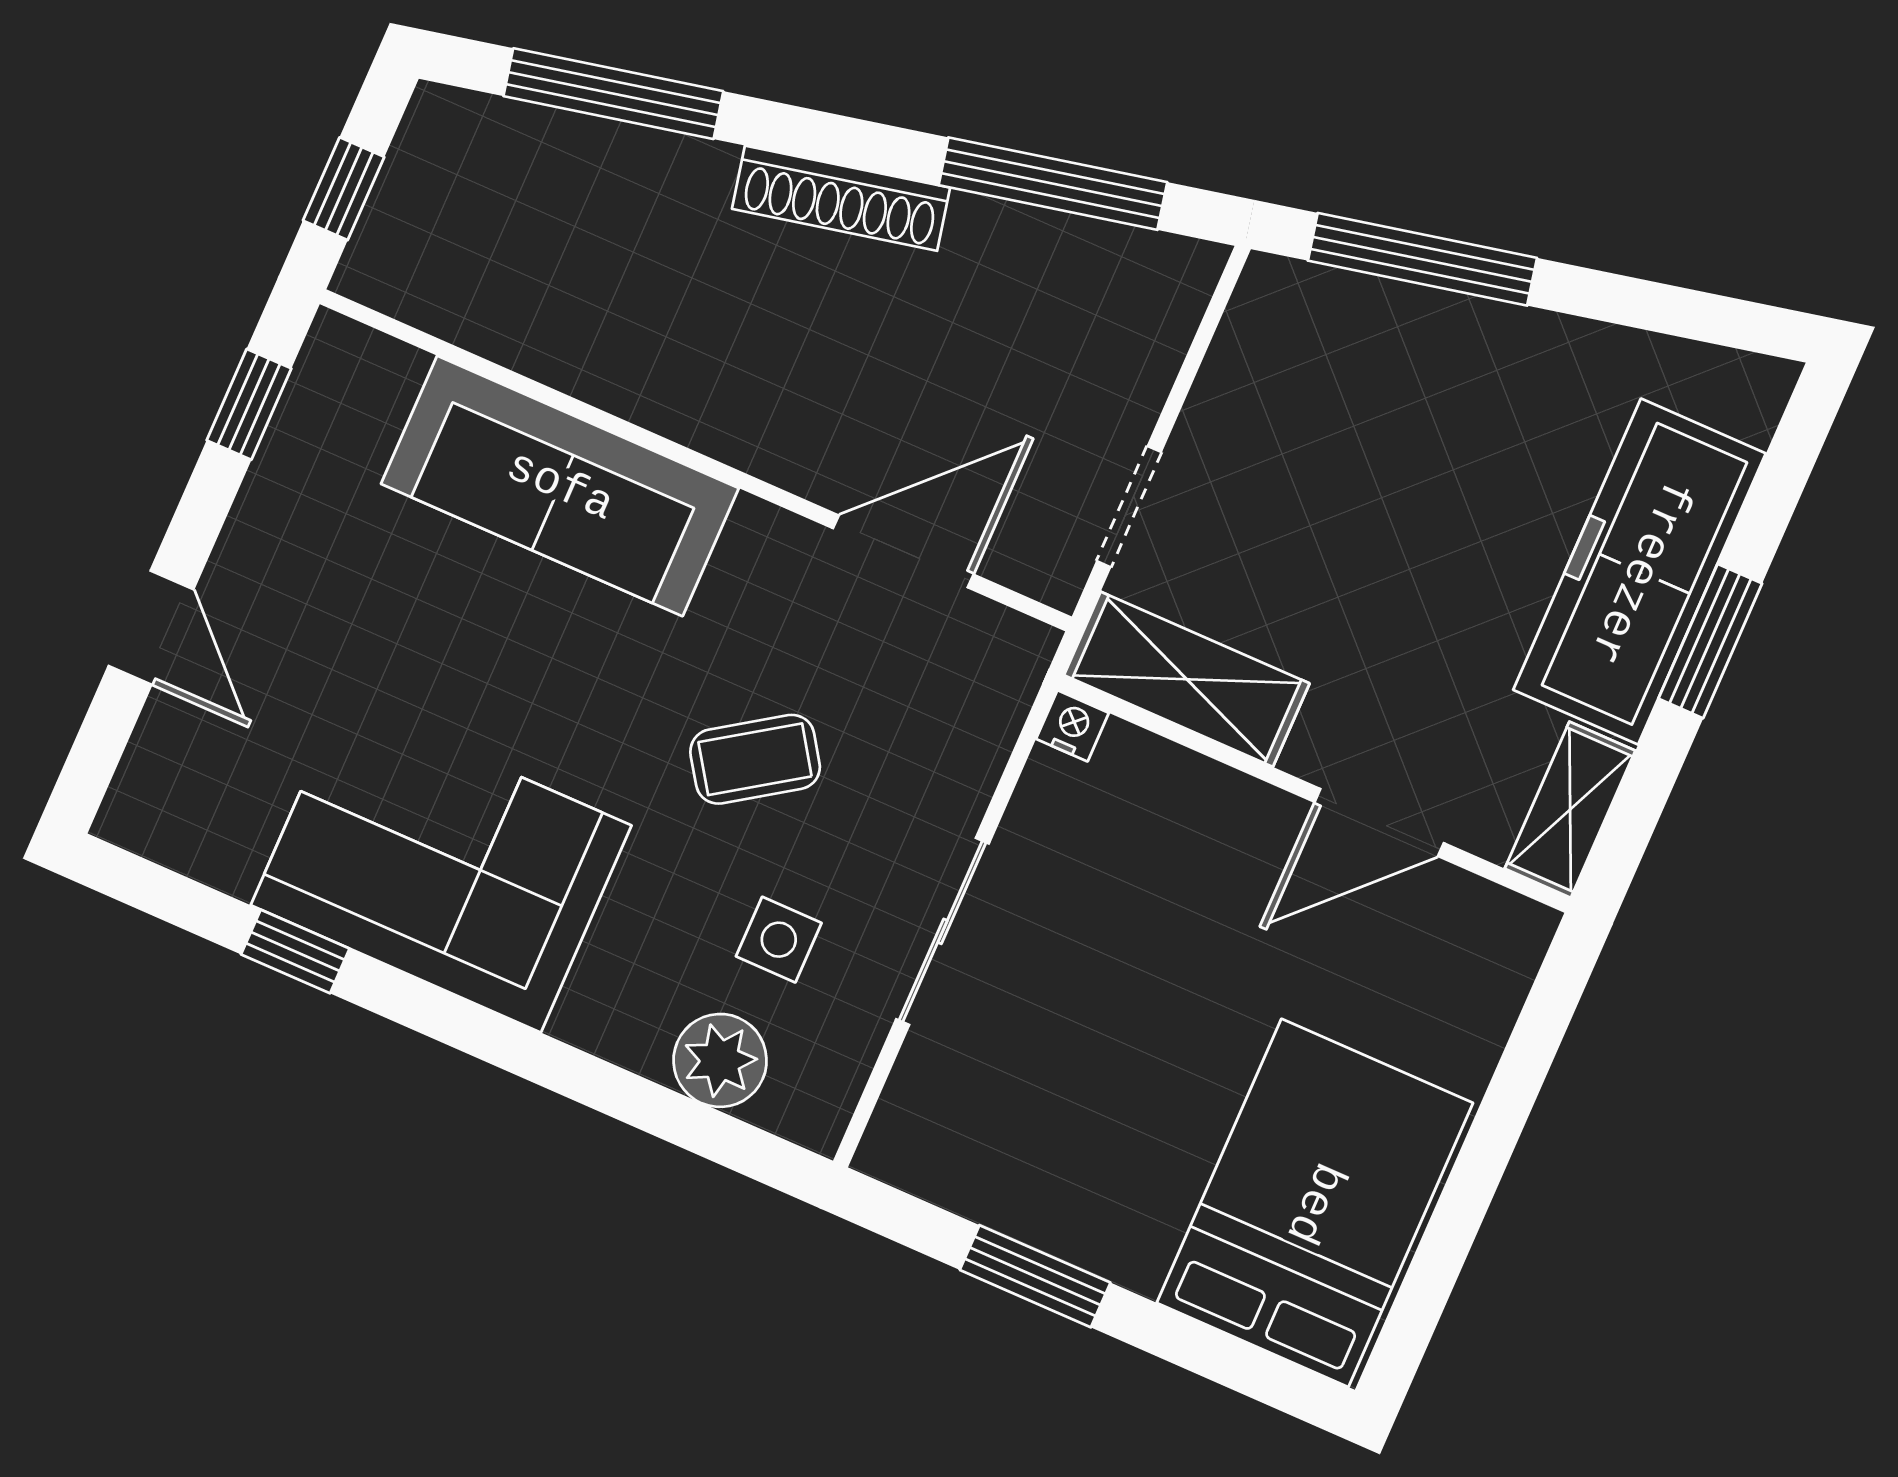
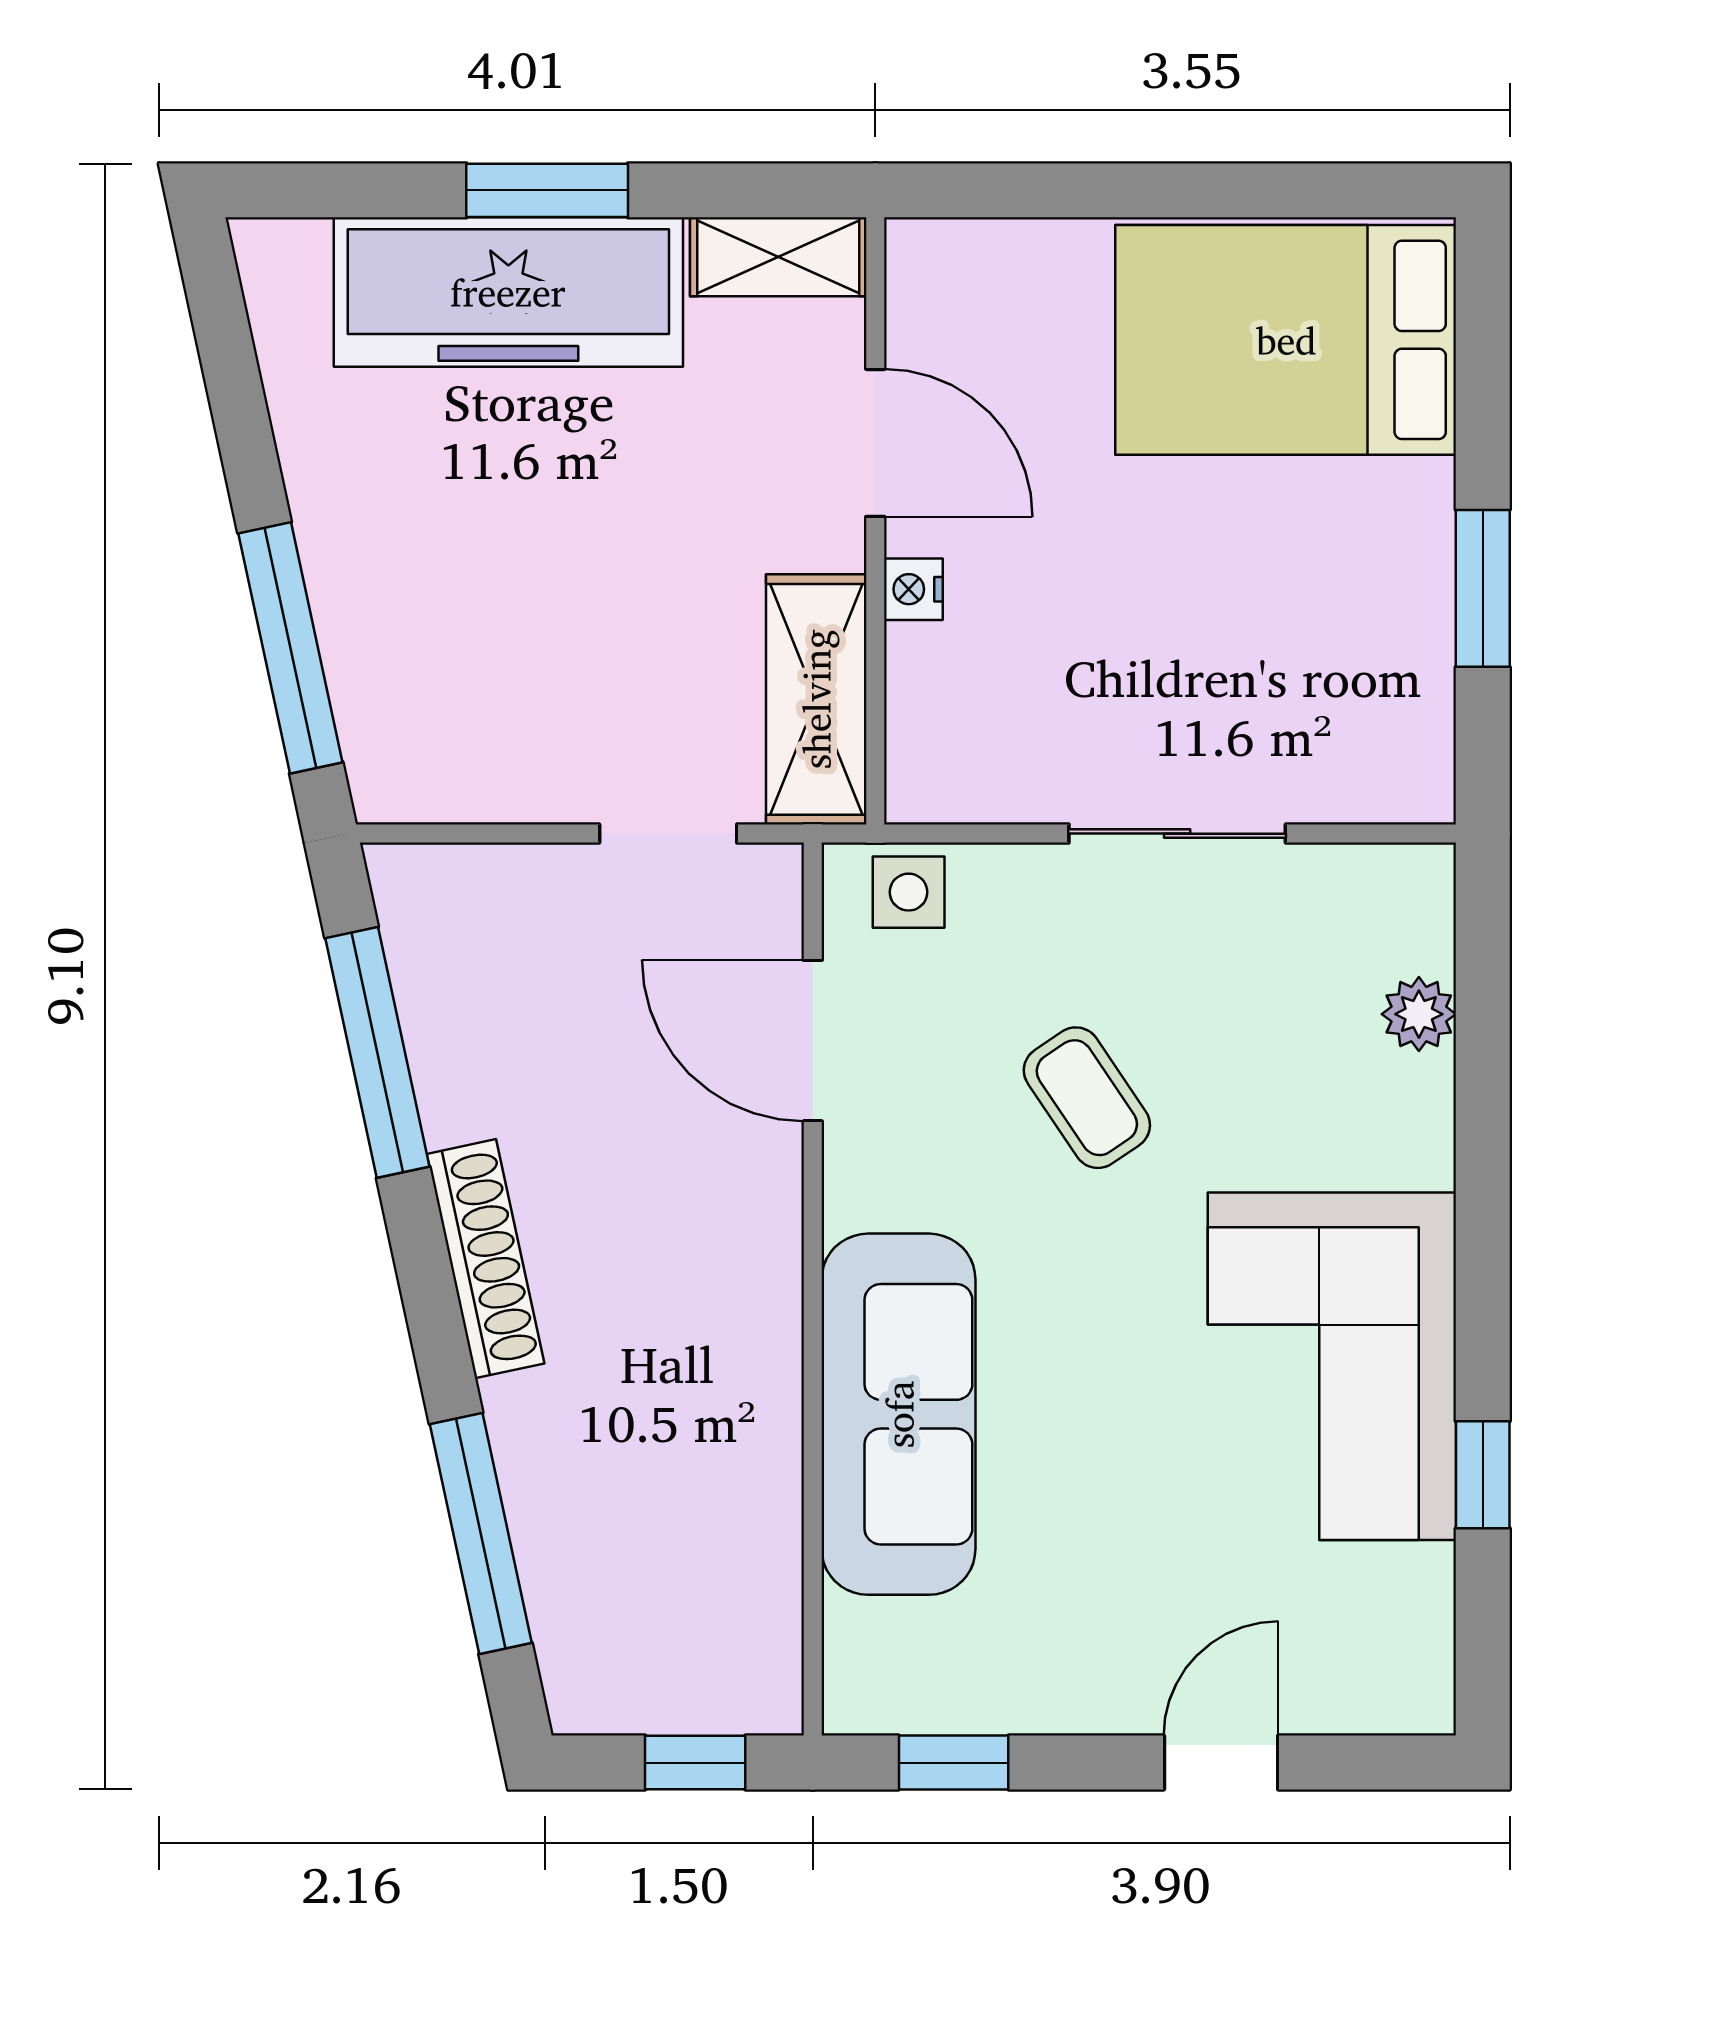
nightstand: (1072, 726) -> (913, 589), moved
side table: (779, 940) -> (909, 892), moved
plant: (720, 1060) -> (1419, 1014), width x0.73, depth x0.73

